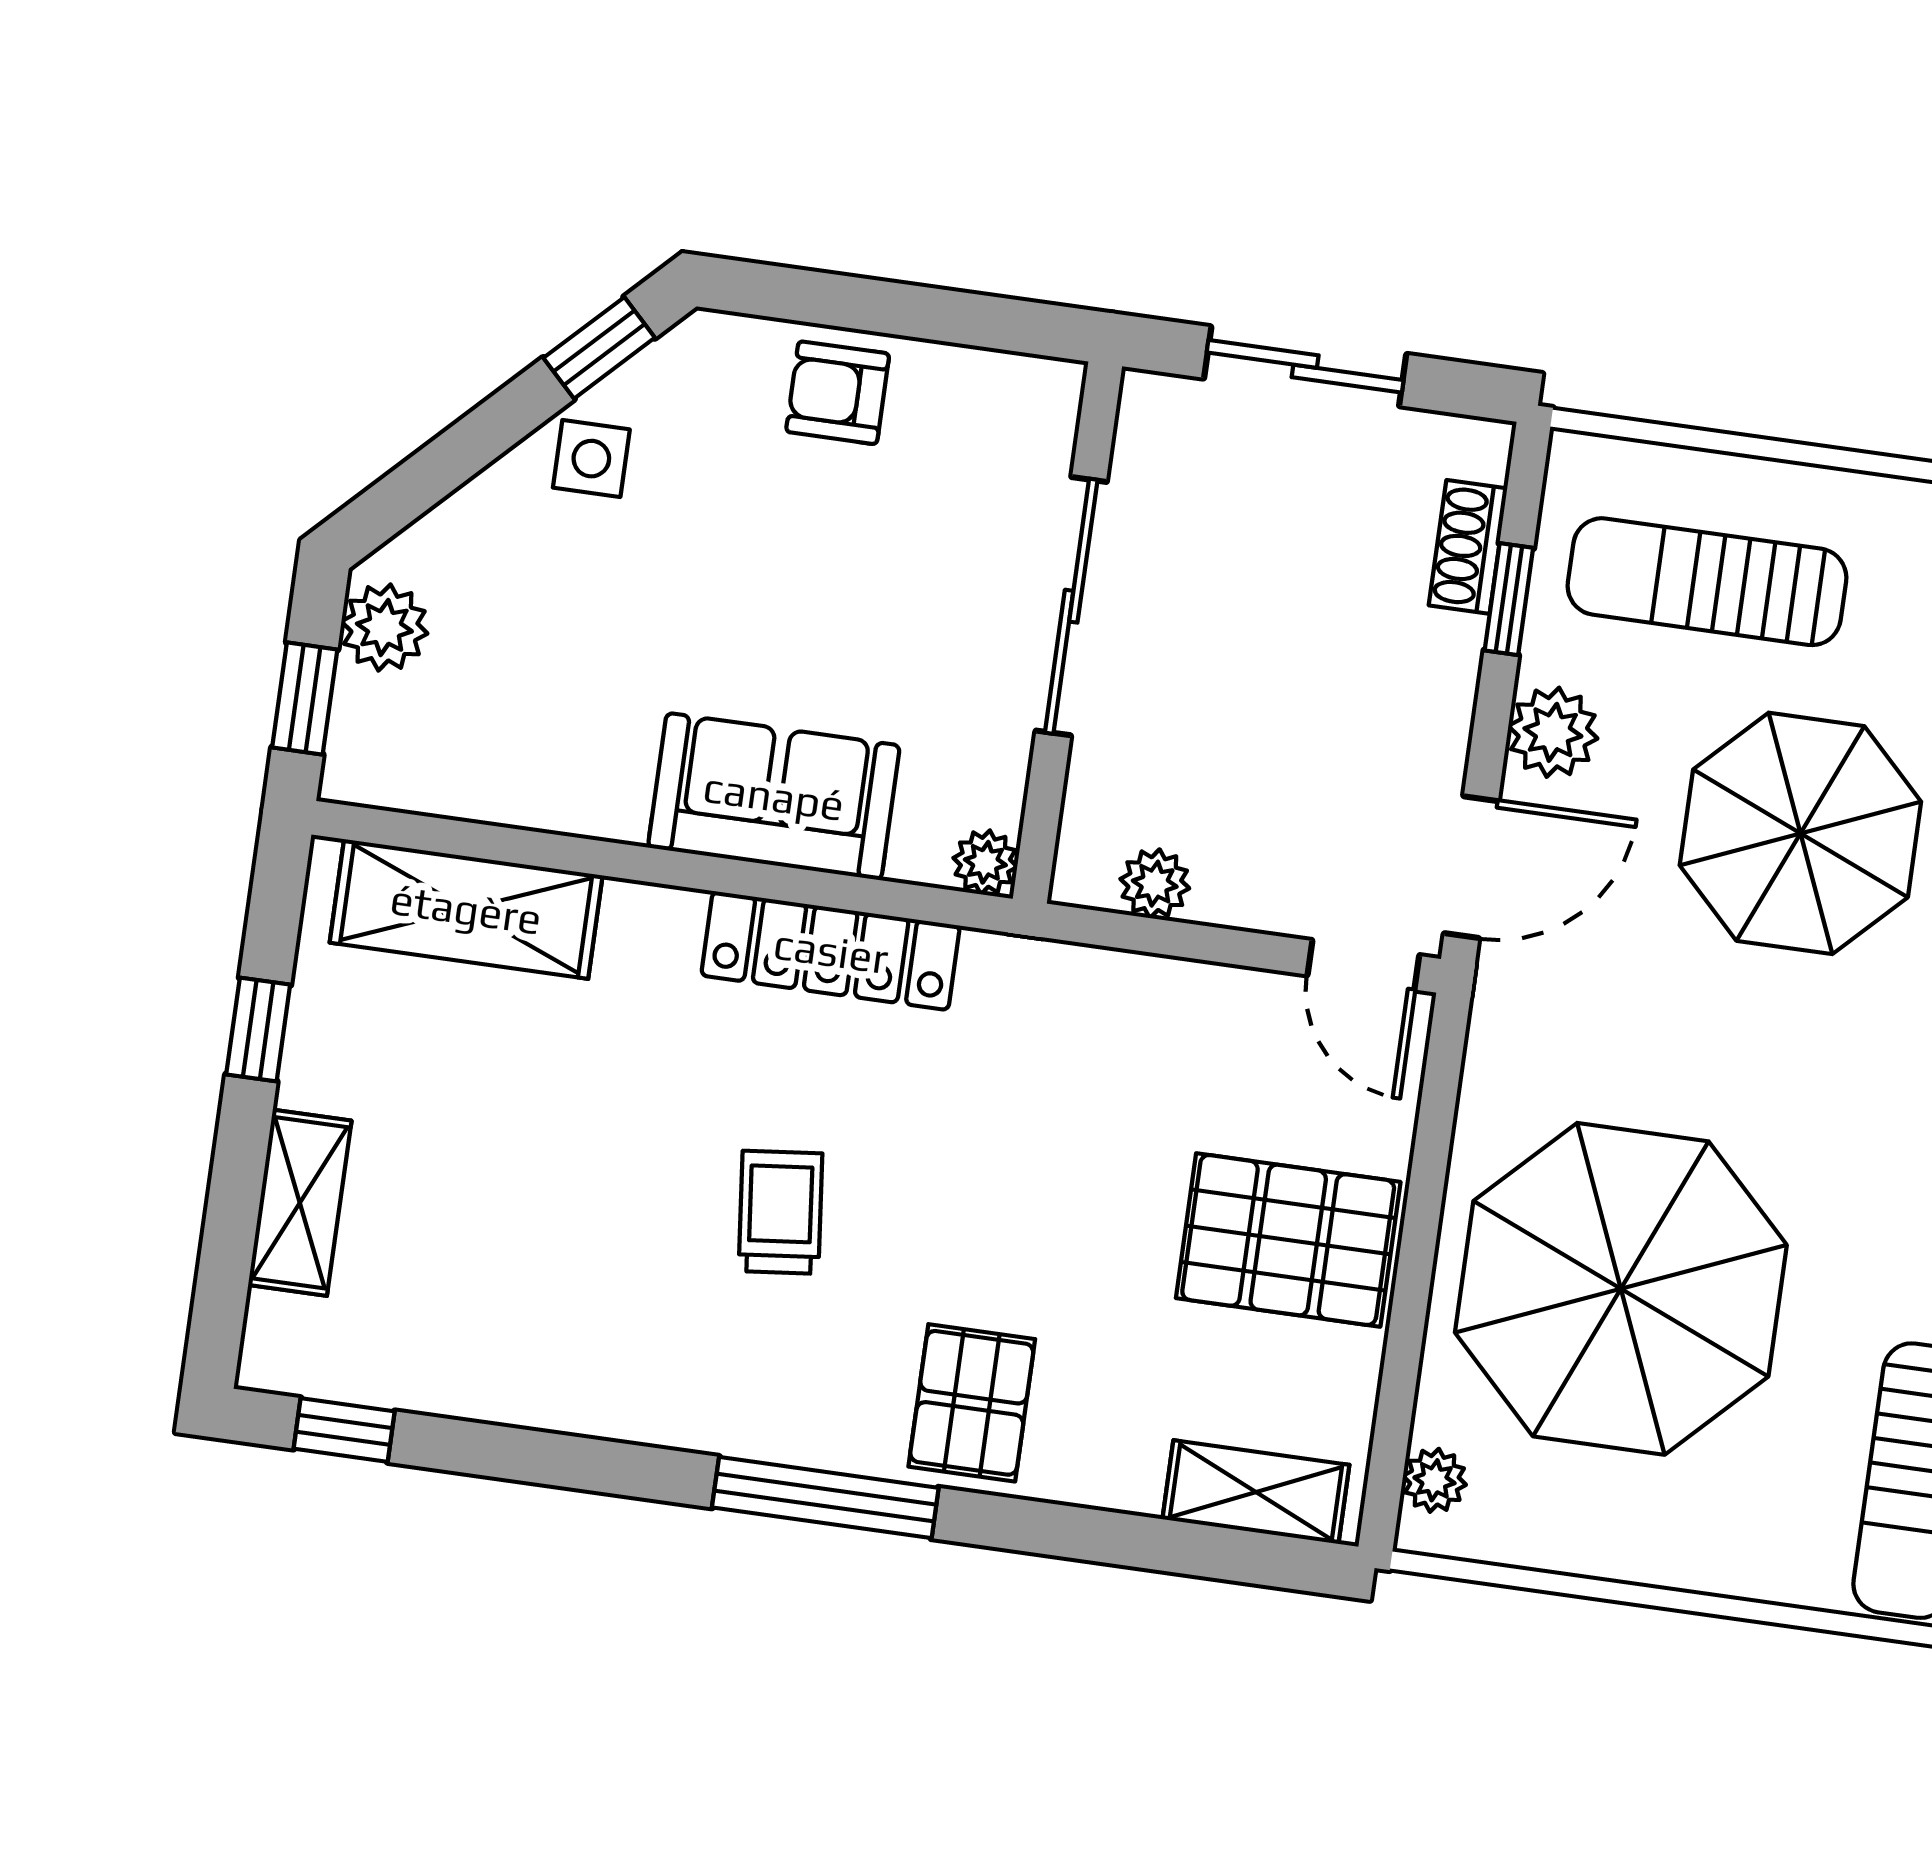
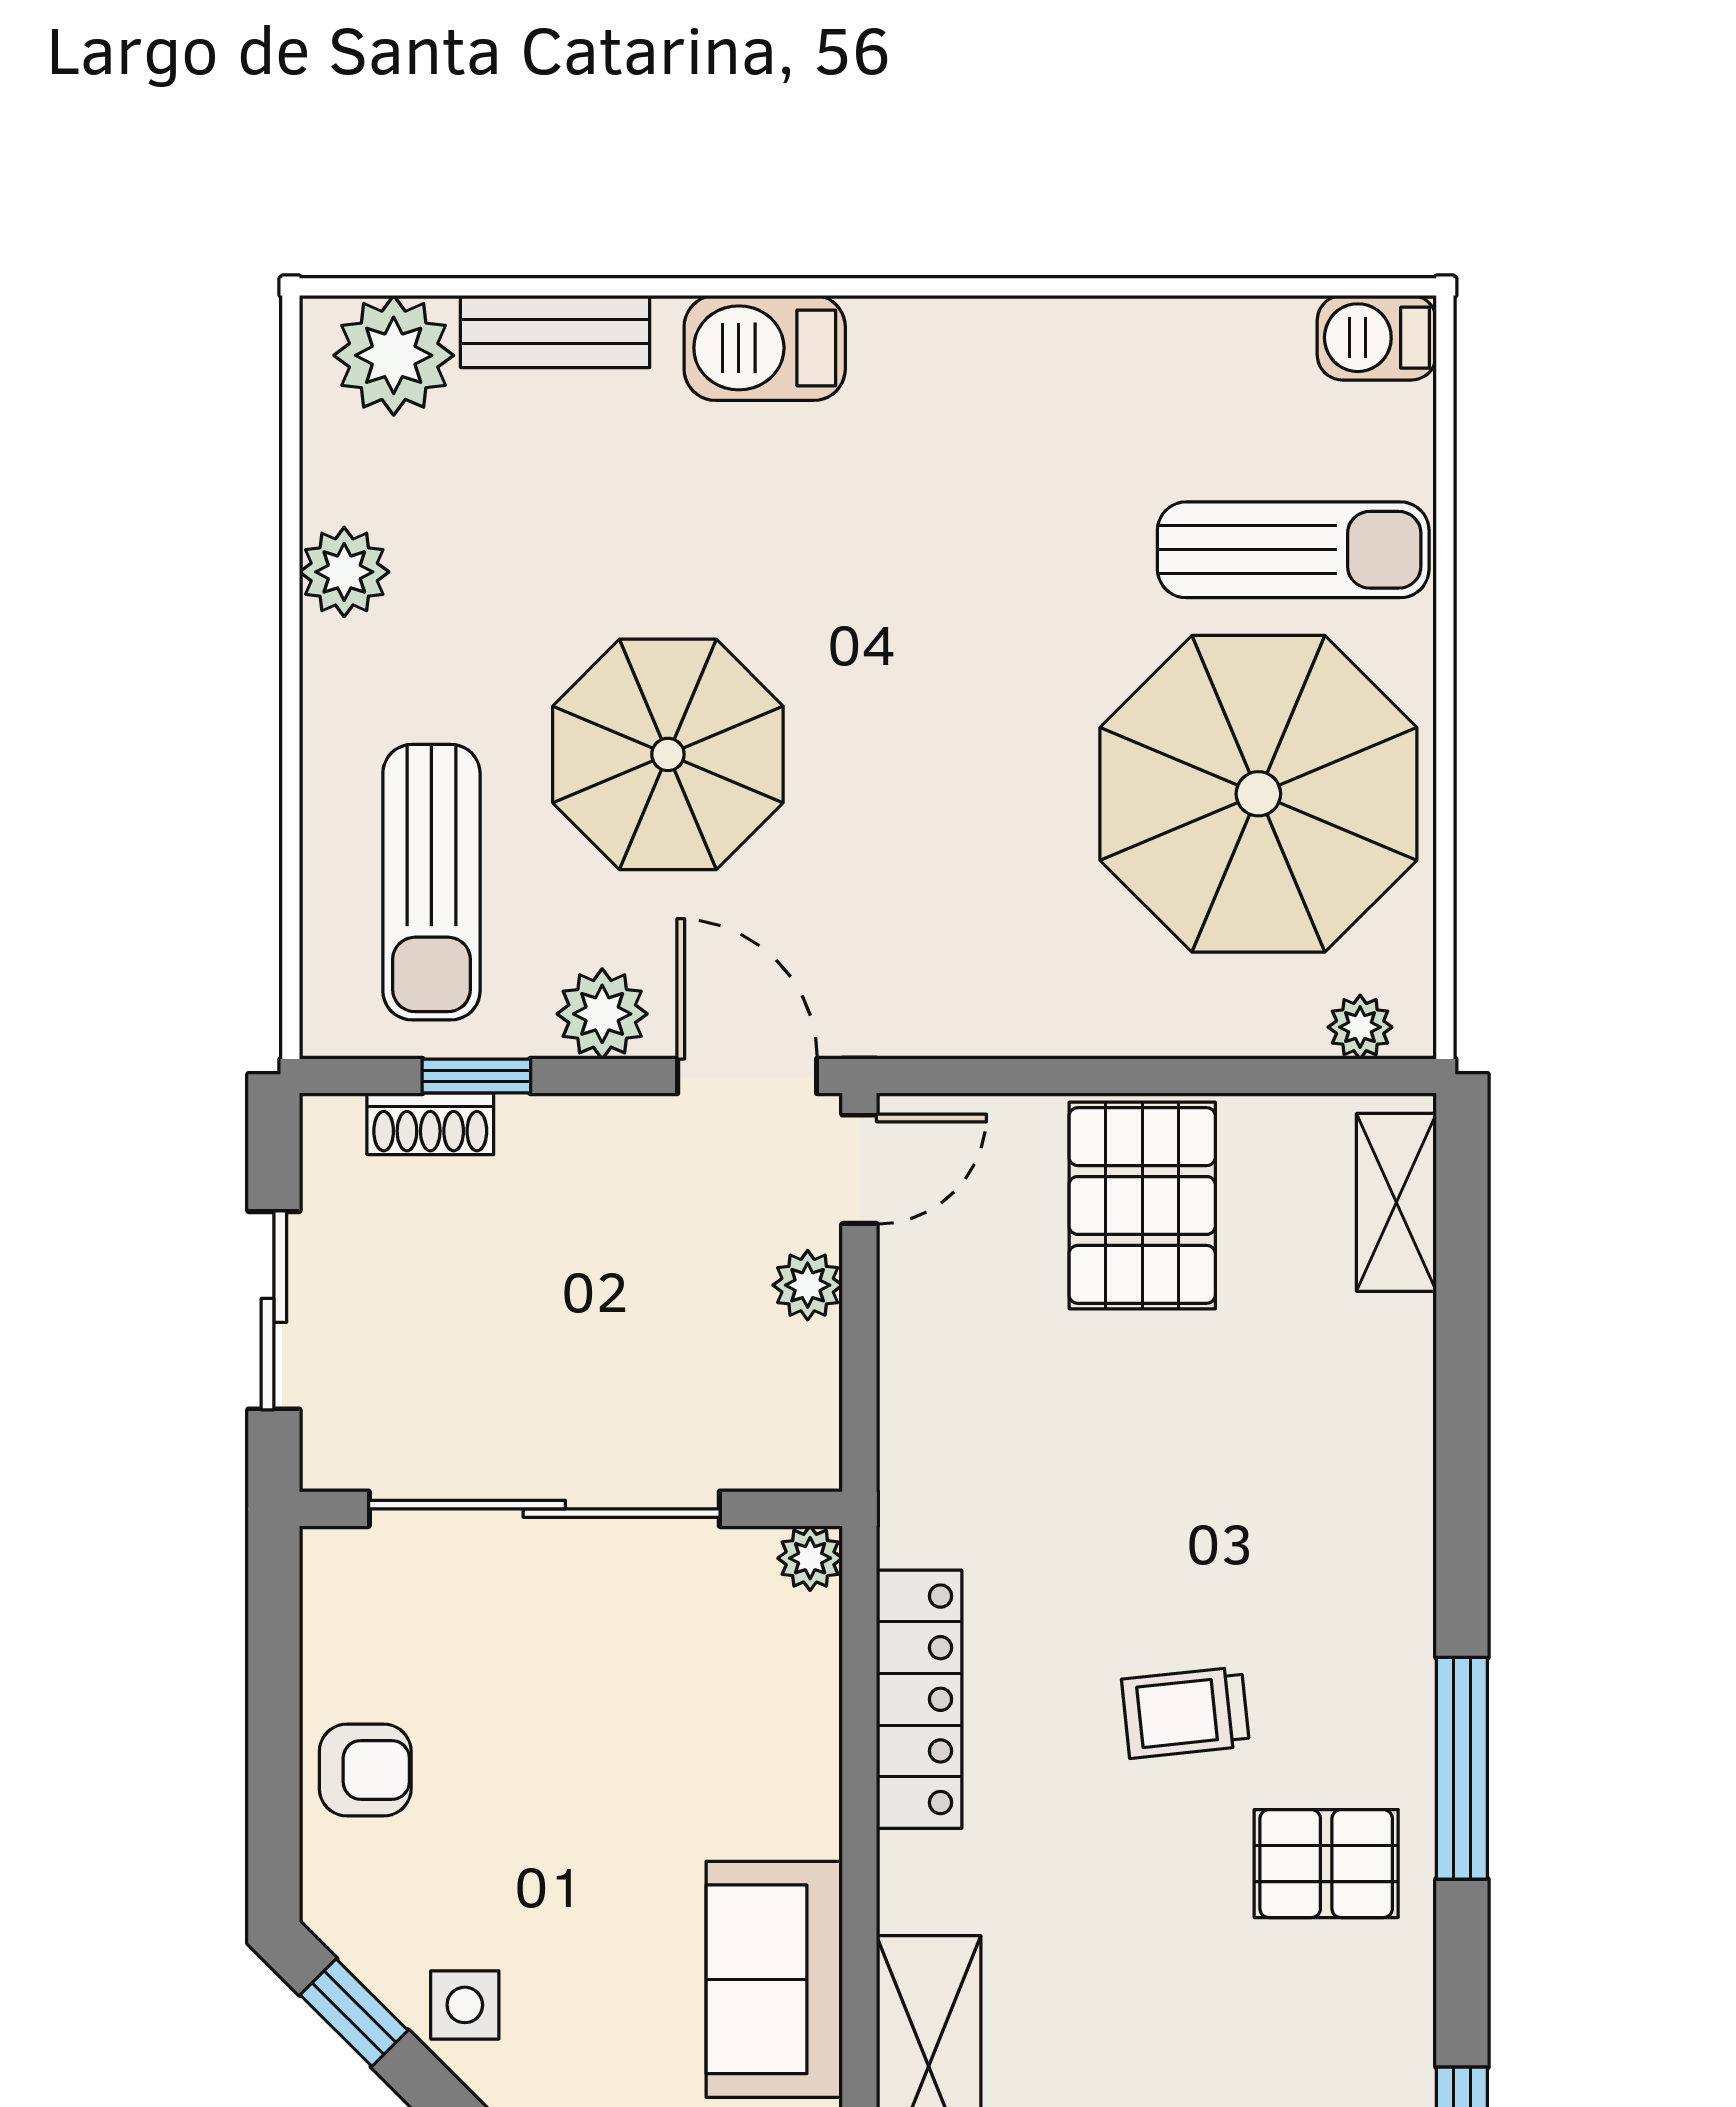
armchair: (838, 393) -> (365, 1770), turned -90
sliding door: (1071, 606) -> (544, 1509), width x1.36
sofa: (774, 796) -> (774, 1979), moved
plant: (1155, 884) -> (808, 1285), moved
parasol: (1621, 1289) -> (1258, 794), moved
pallet: (972, 1403) -> (1326, 1864), moved
window: (825, 1498) -> (1462, 1768), moved

